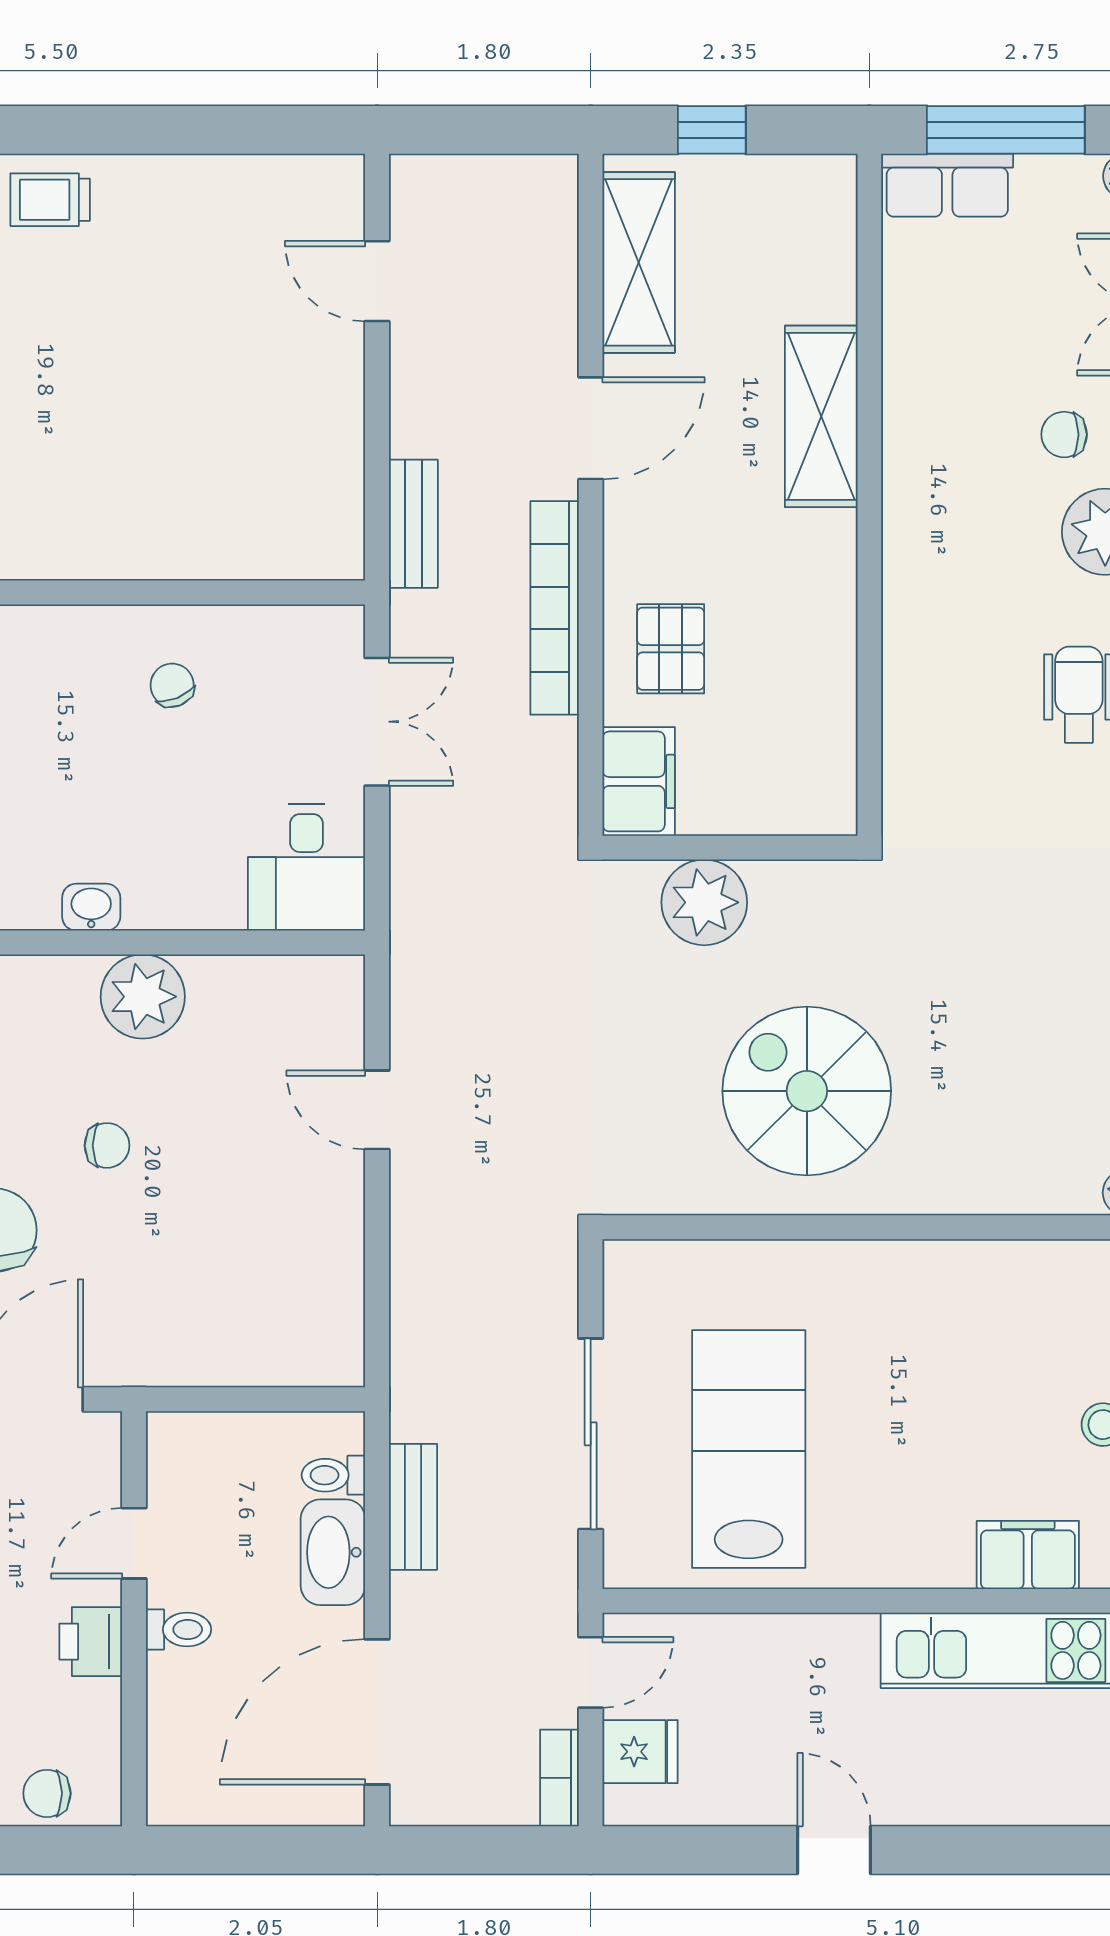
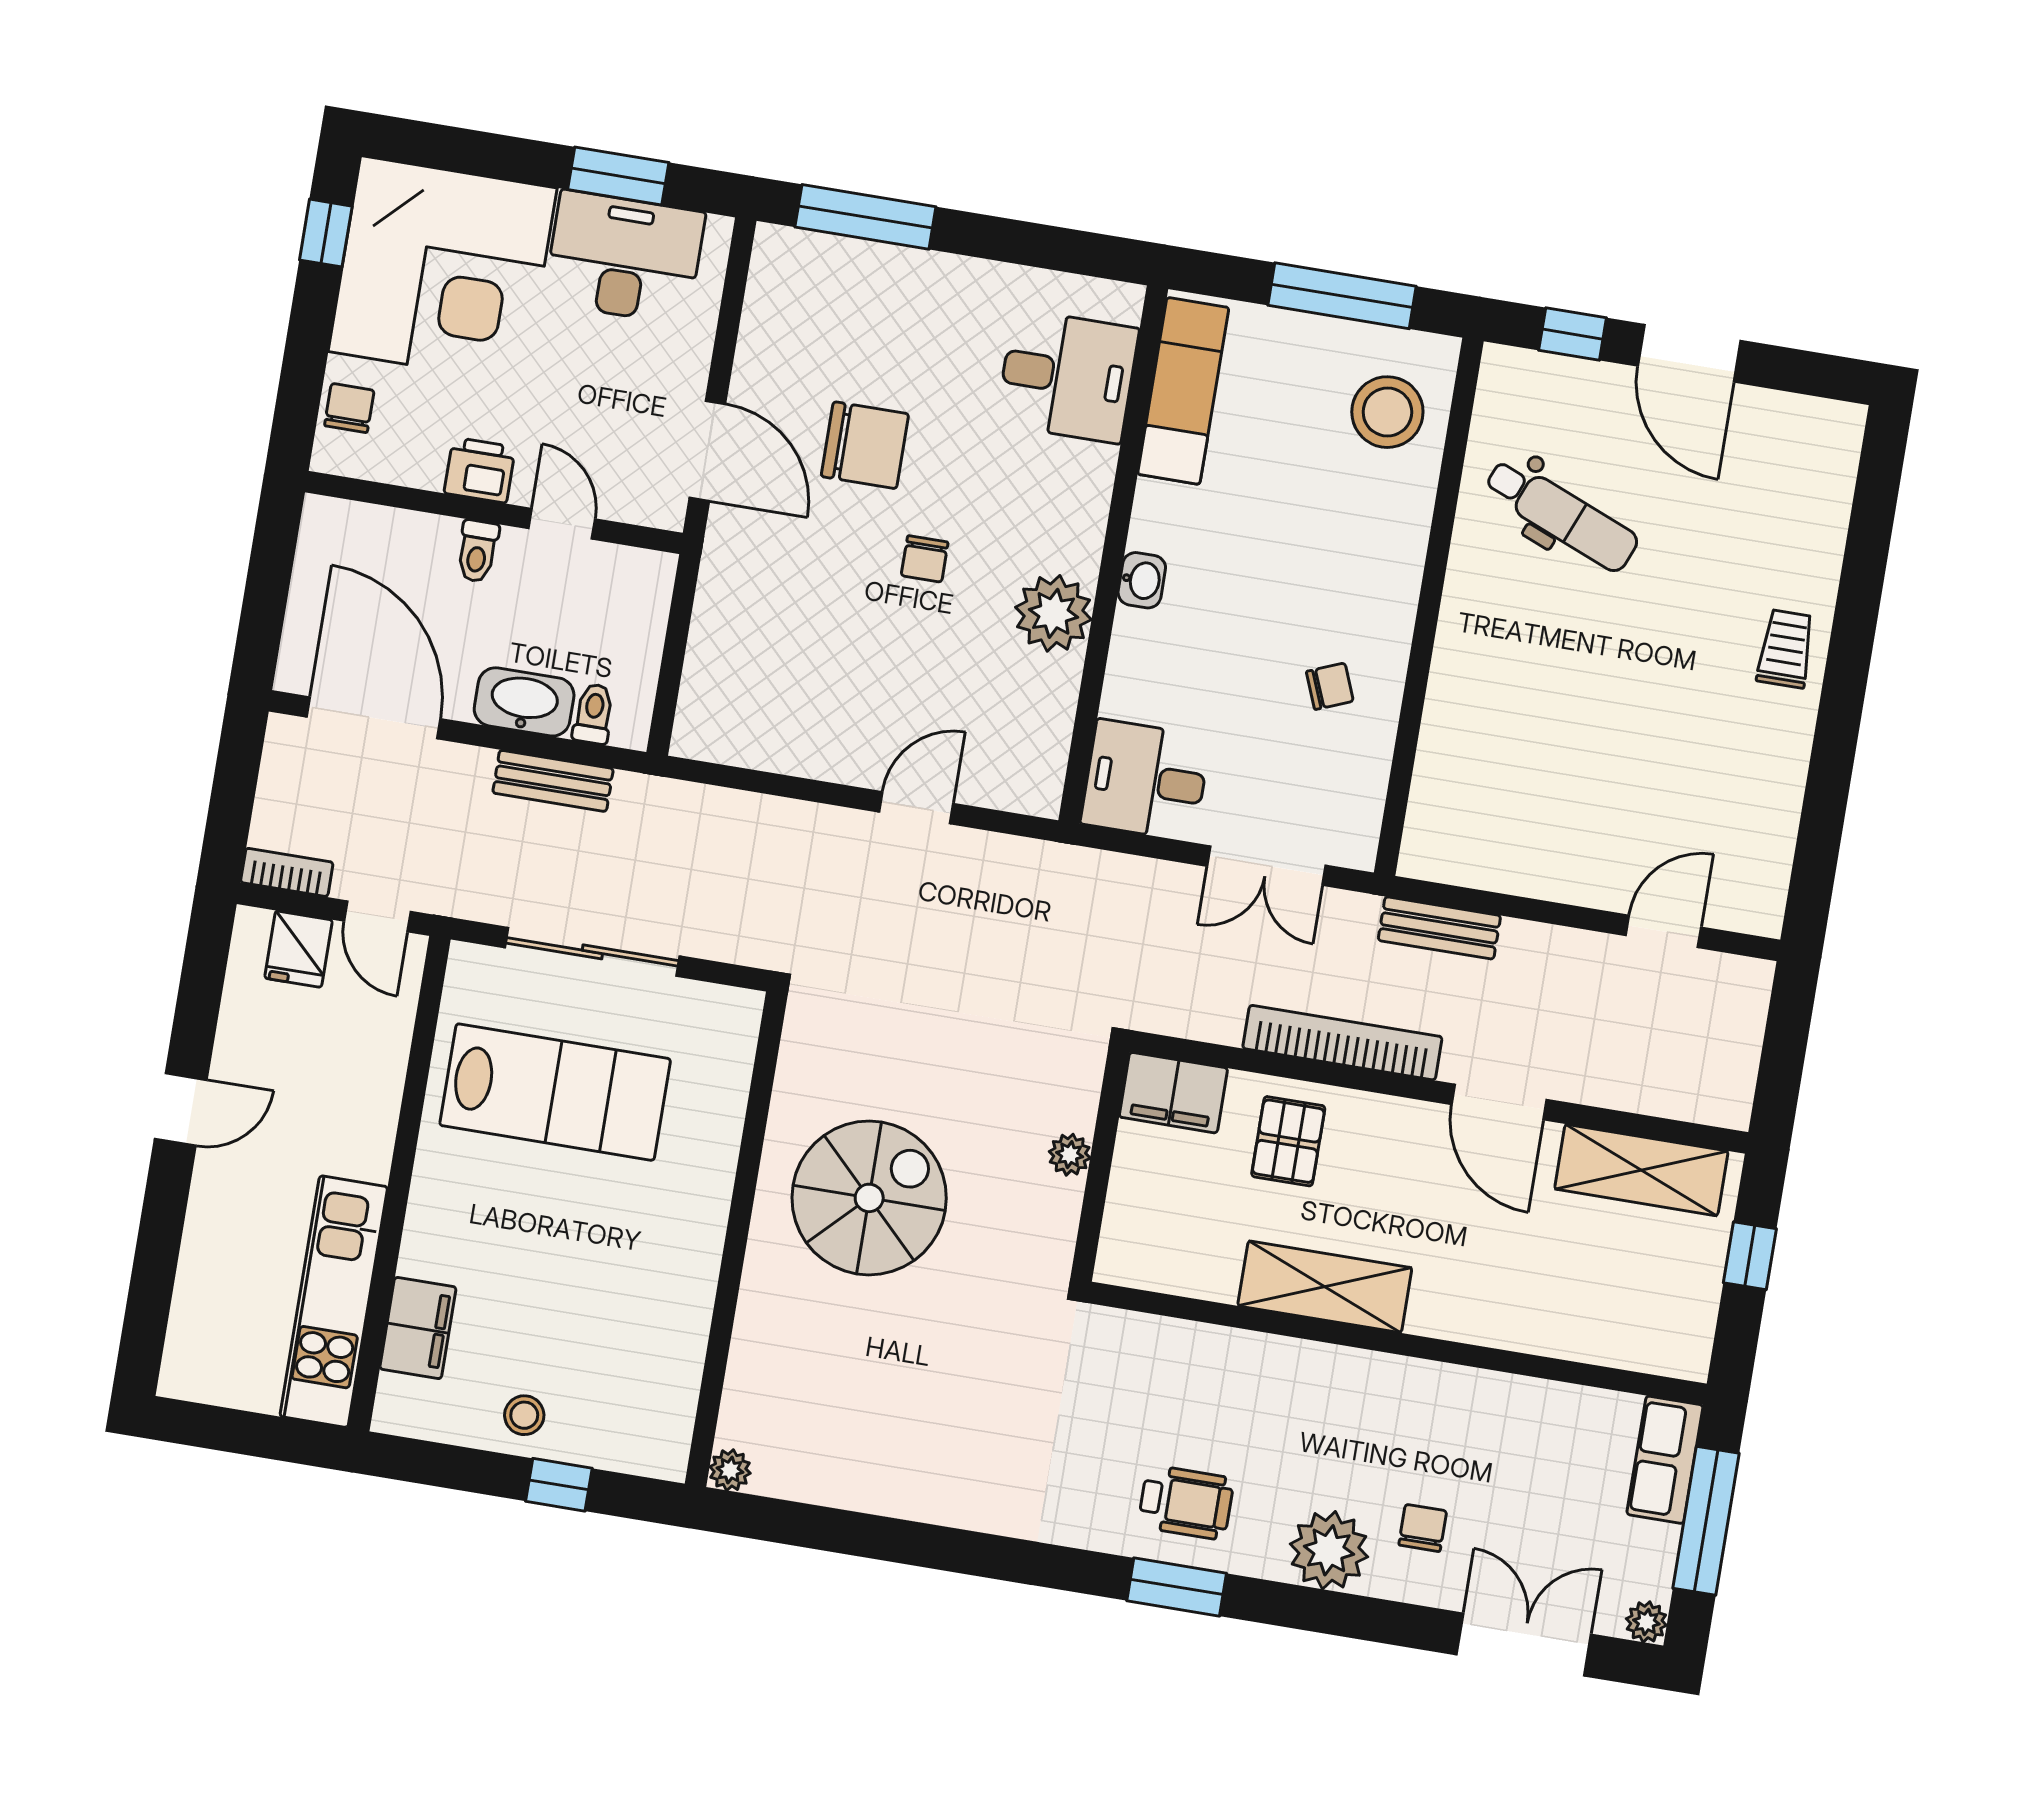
shelving: (821, 416) -> (1325, 1287), moved
pallet: (671, 649) -> (1288, 1141), turned 90
plant: (704, 902) -> (1070, 1155), width x0.53, depth x0.53

